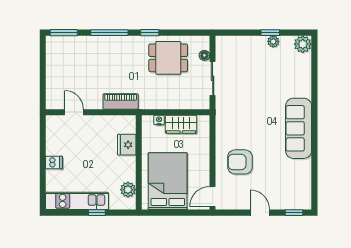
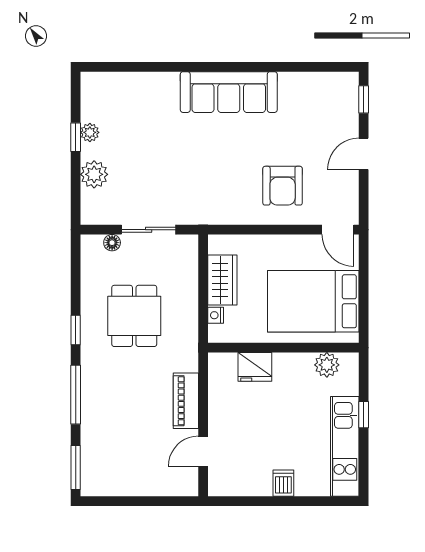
plant: (303, 44) -> (94, 174), moved
dining table: (168, 58) -> (134, 316), moved
piano: (121, 102) -> (186, 401), moved

